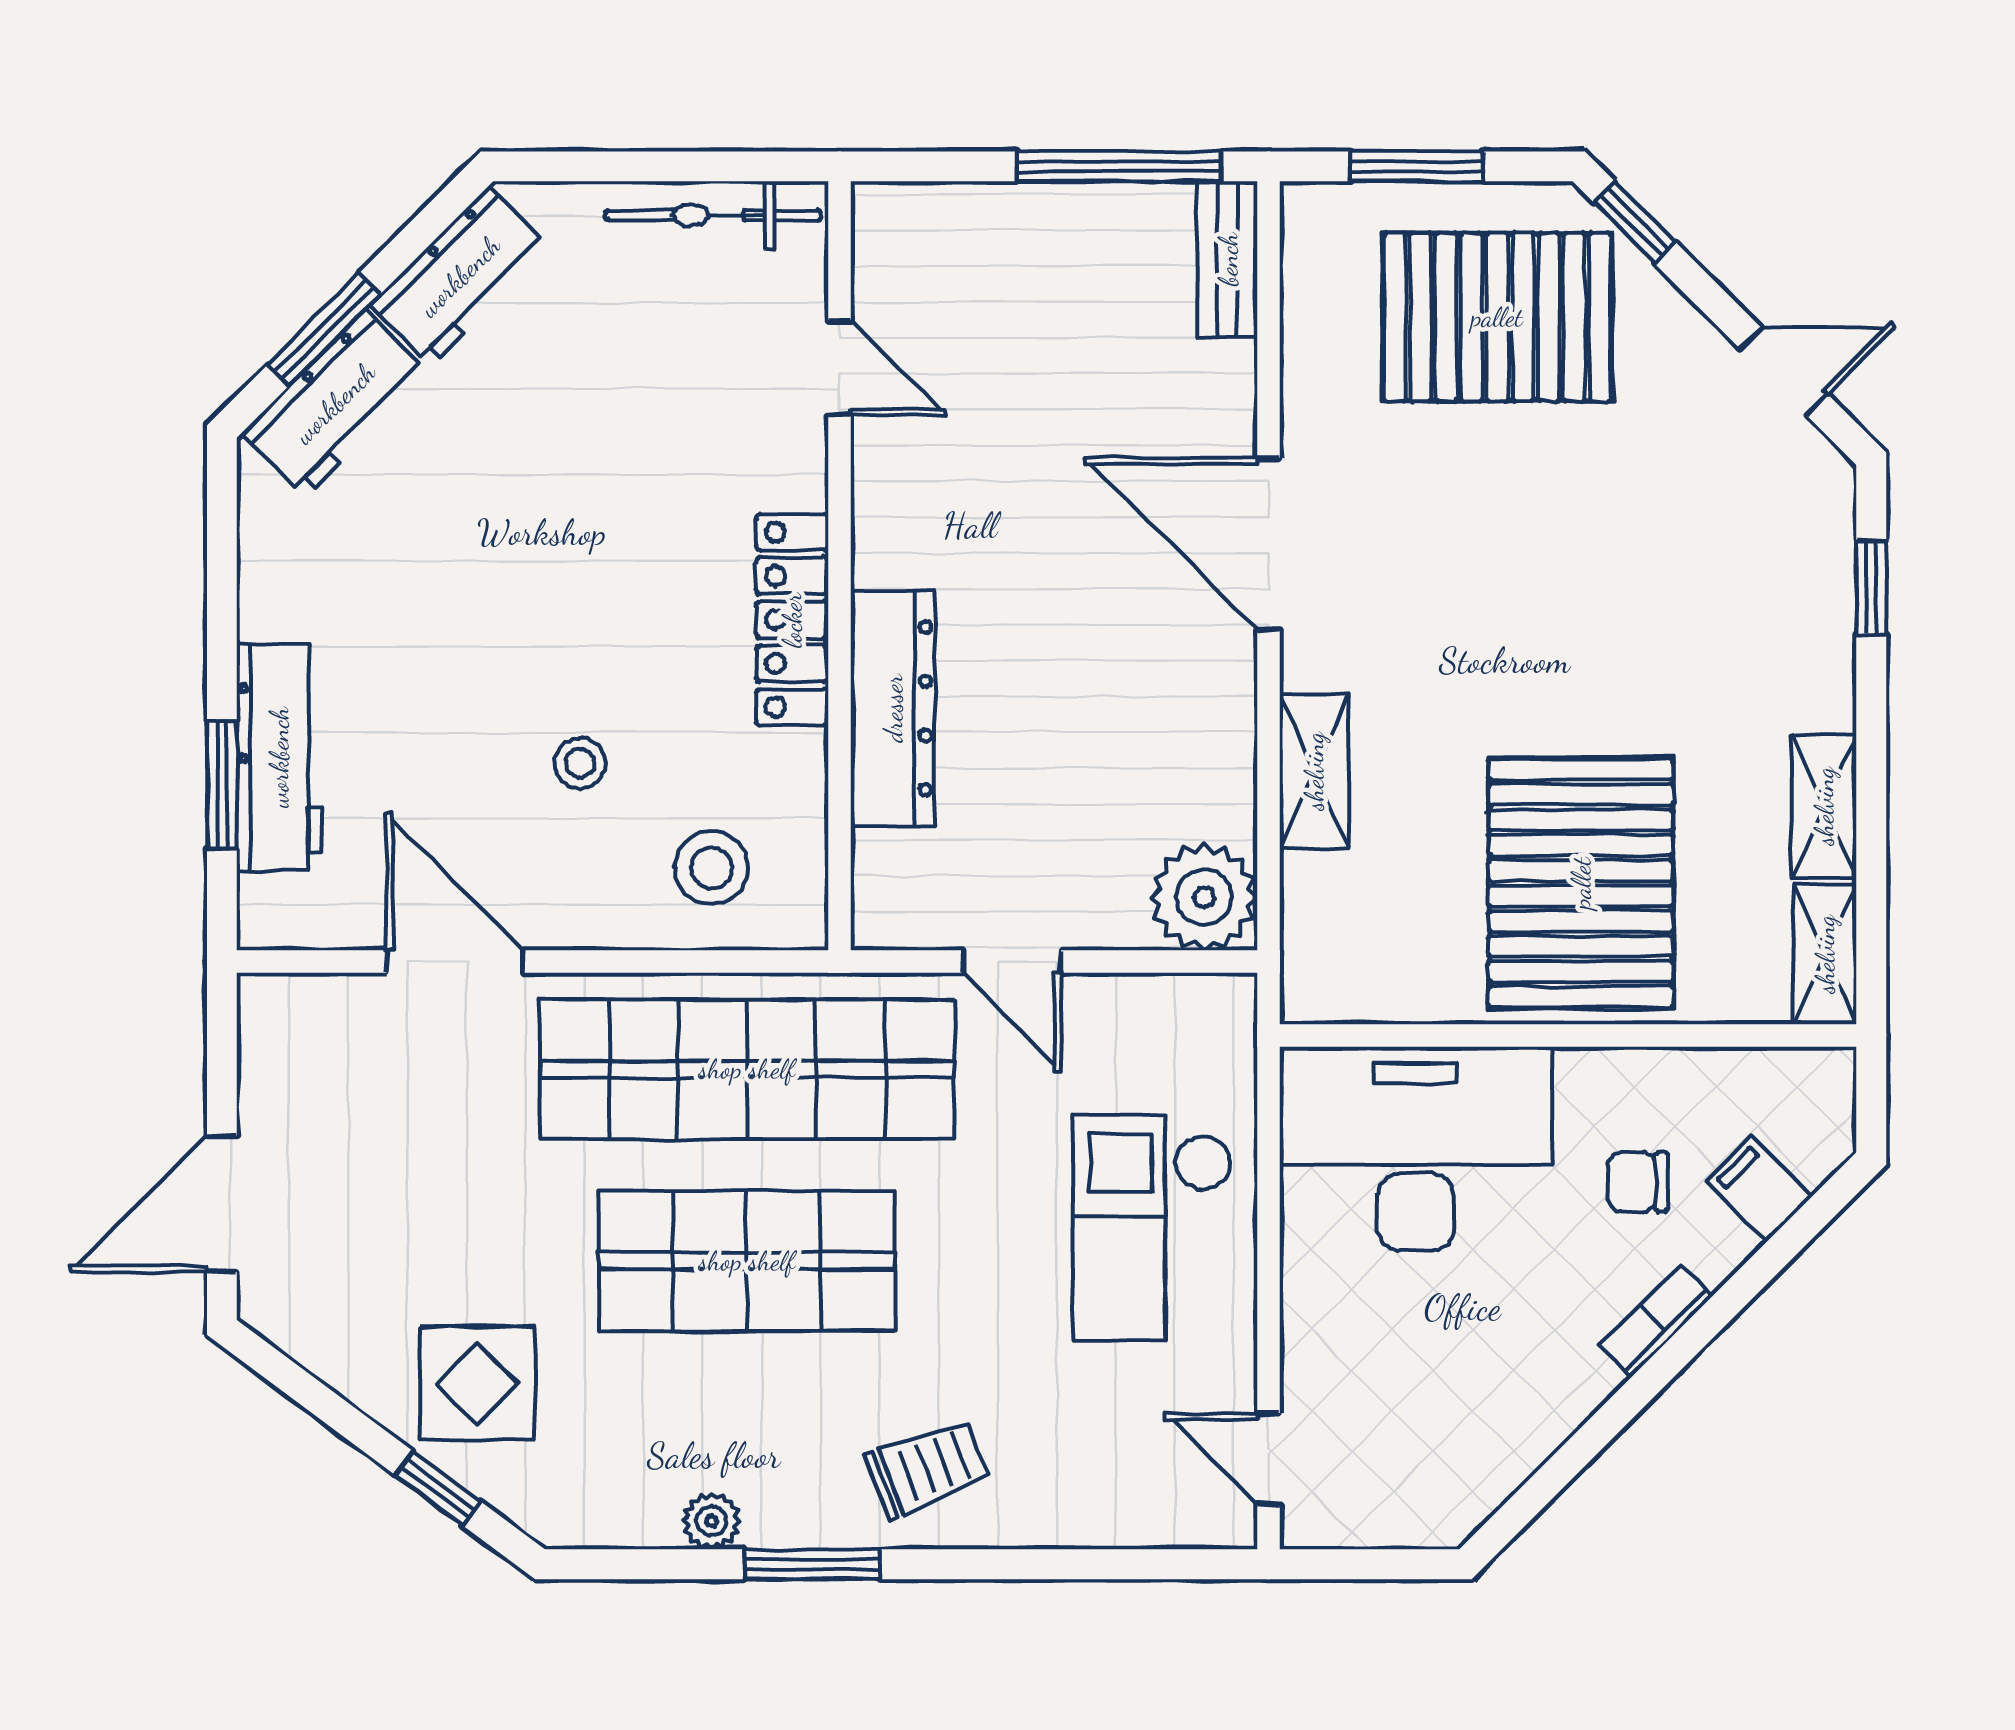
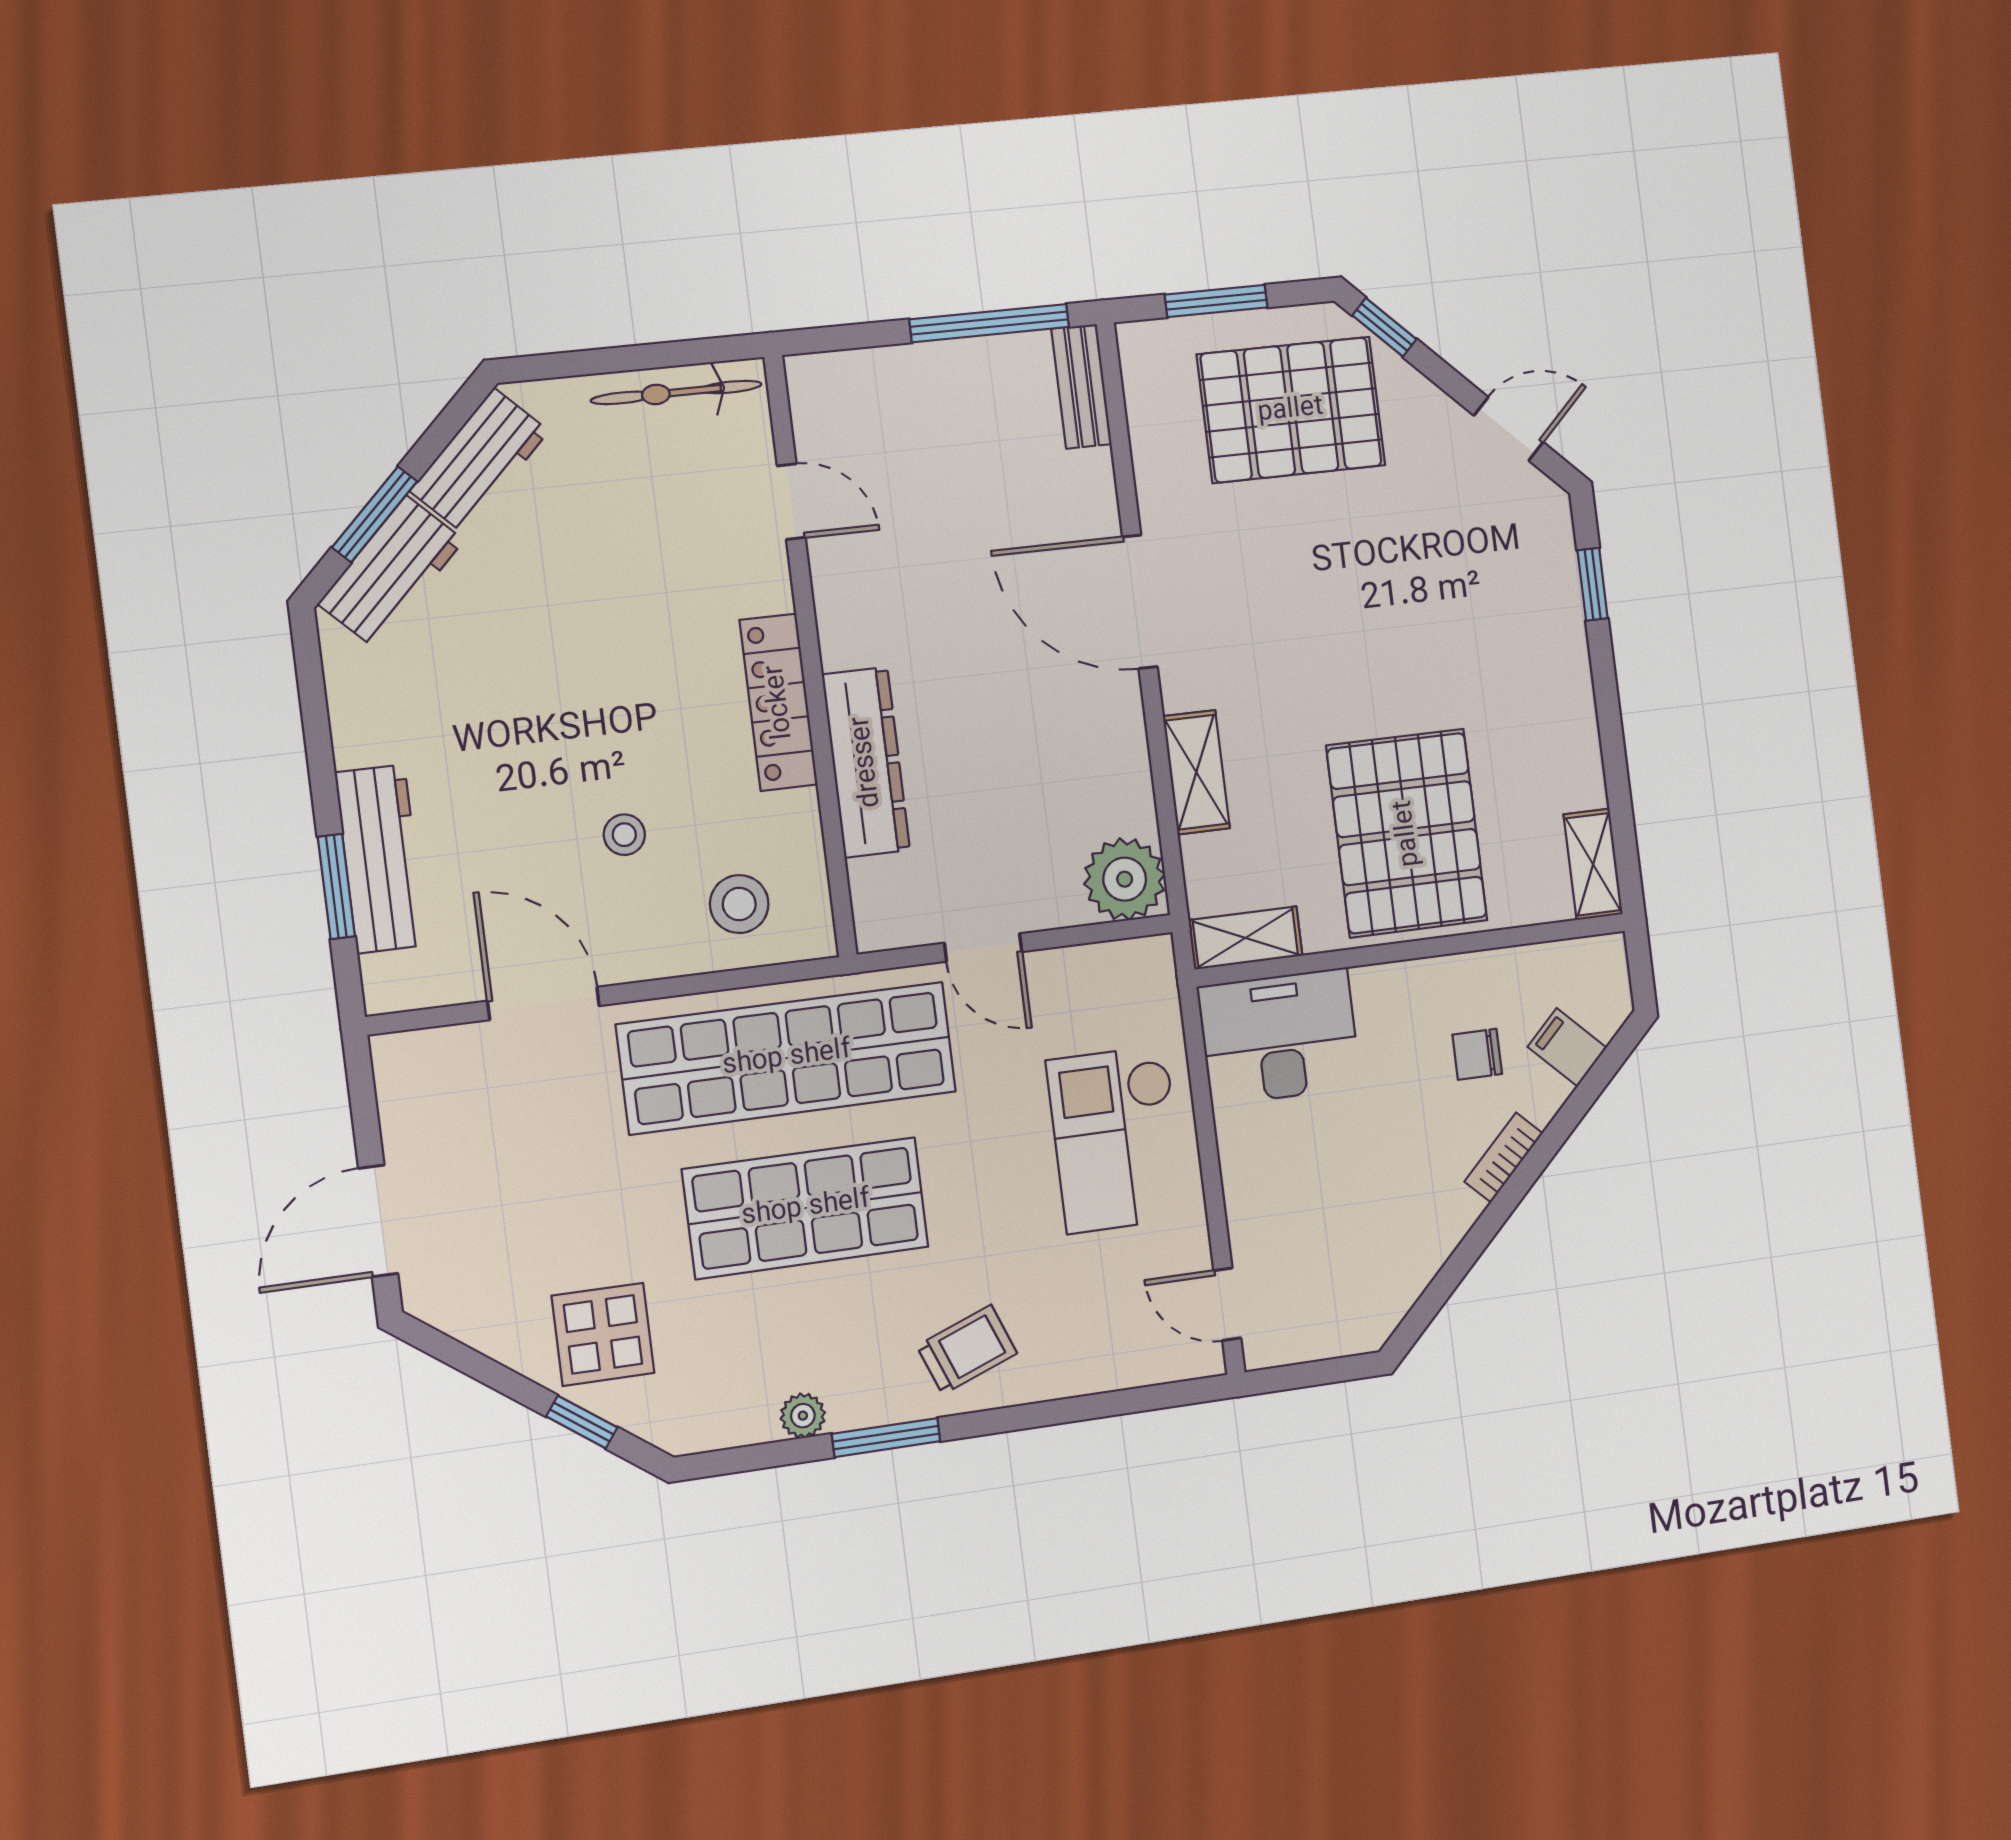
shelving: (1824, 806) -> (1245, 938), moved, turned 90
desk: (1416, 1149) -> (1279, 1037), width x0.73, depth x0.77

